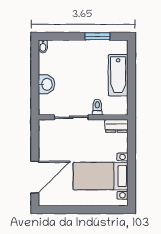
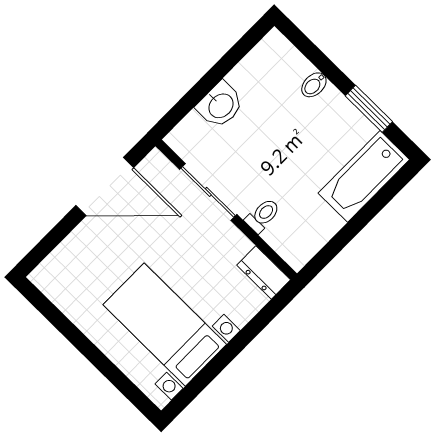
bidet: (43, 46) -> (314, 85), moved
bathtub: (118, 75) -> (364, 176), moved
door: (35, 177) -> (105, 186), moved

